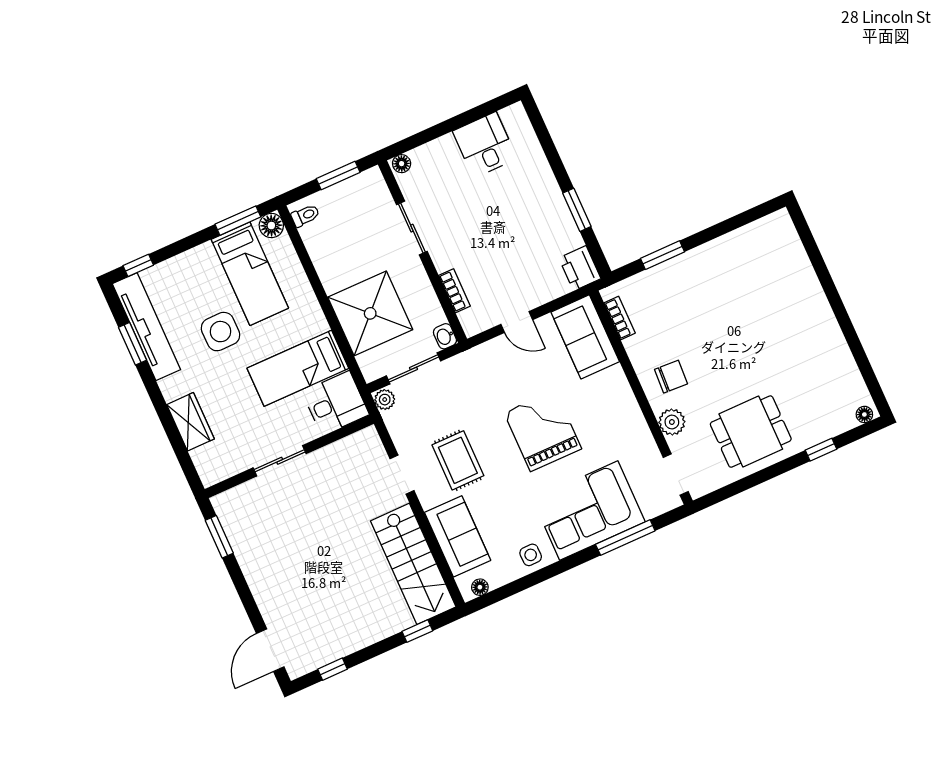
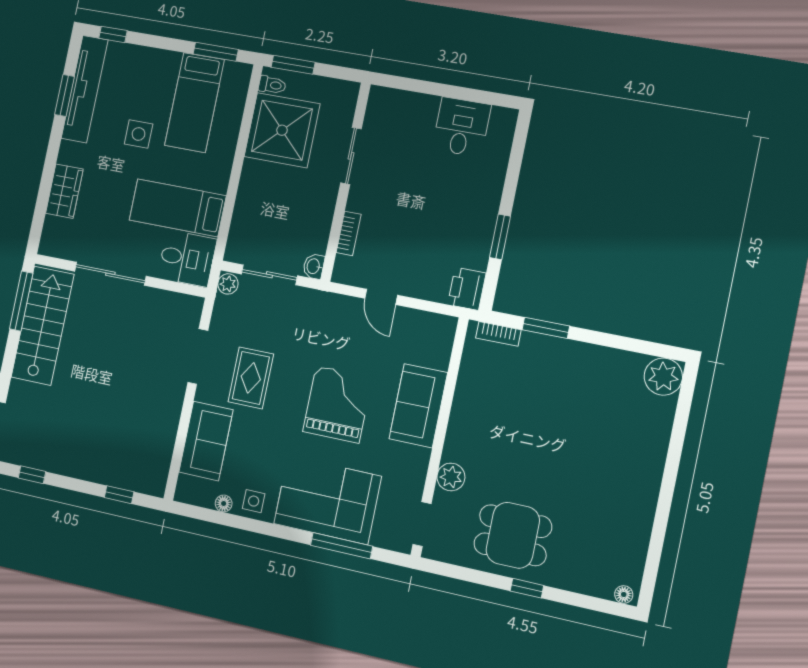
floor lamp: (402, 164) -> (381, 95), removed
window: (338, 175) -> (293, 65), moved
floor lamp: (271, 226) -> (239, 74), removed
plant: (777, 229) -> (663, 377), added
shower: (370, 313) -> (282, 130), moved
bookcase: (620, 318) -> (498, 334), moved, turned 90
side table: (220, 332) -> (139, 134), width x0.73, depth x0.73
sofa: (585, 337) -> (418, 406), moved
chair: (671, 377) -> (478, 438), removed
window: (821, 450) -> (527, 588), moved
sliding door: (280, 461) -> (110, 274), width x1.37
doorway: (402, 475) -> (198, 356), width x1.38
window: (219, 537) -> (21, 301), width x1.44
stairs: (413, 564) -> (43, 326), moved, turned 180
floor lamp: (480, 587) -> (224, 503), moved

